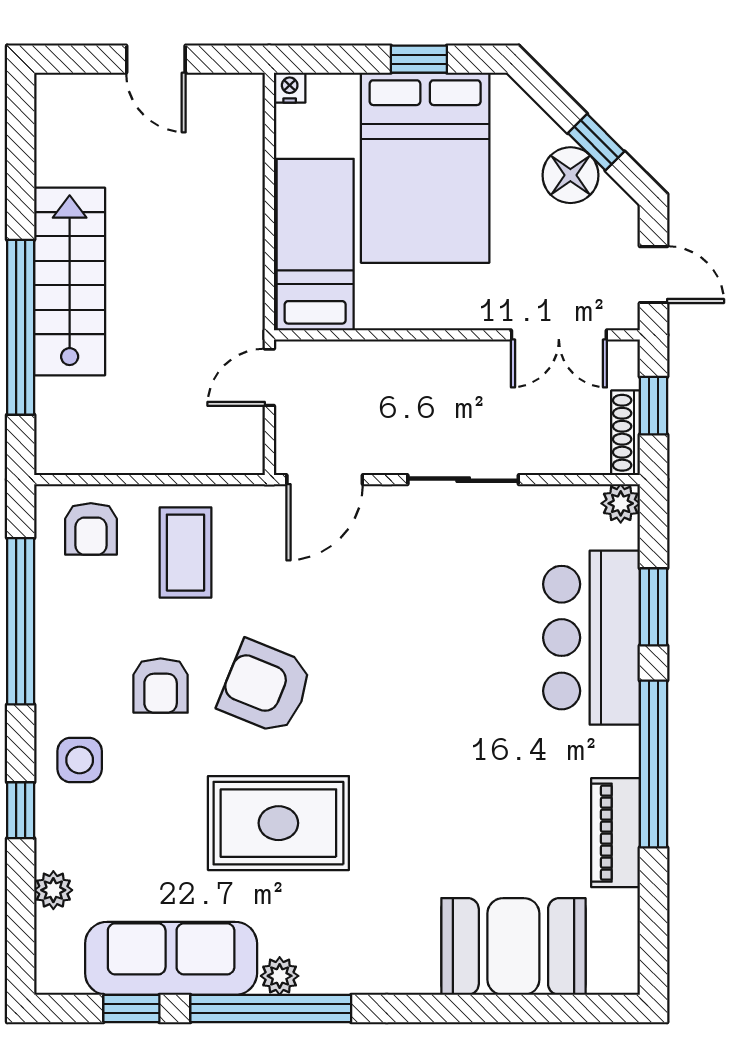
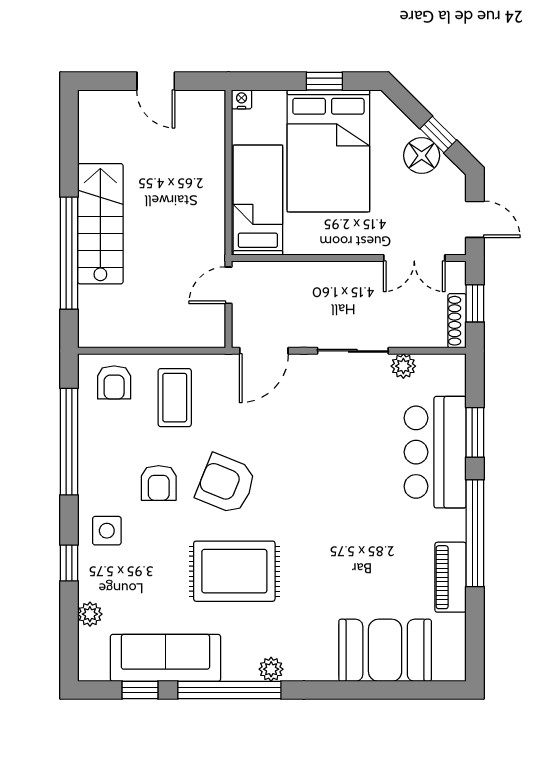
plant: (621, 503) -> (403, 366), moved
plant: (280, 976) -> (271, 669), moved

